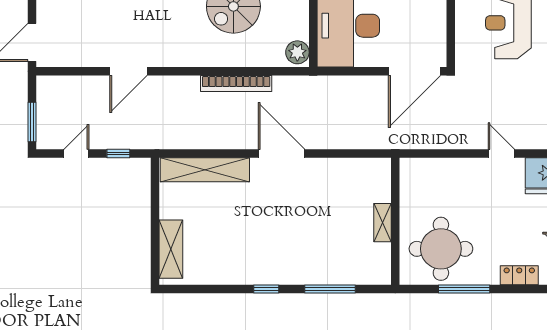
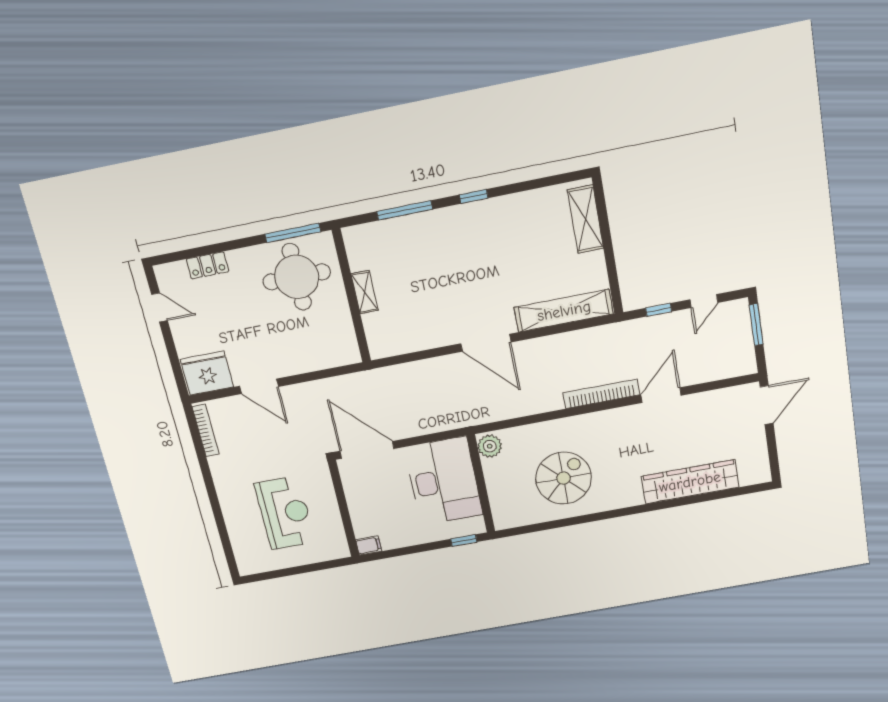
door: (415, 71) -> (367, 450), hinge flipped
bookcase: (236, 84) -> (601, 394), moved
door: (501, 153) -> (259, 386), width x1.38
window: (464, 289) -> (293, 233), moved

